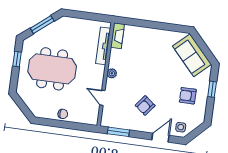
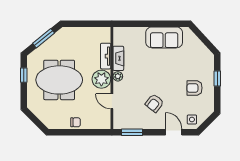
fireplace: (117, 36) -> (118, 58), moved
tv unit: (103, 46) -> (106, 56), width x0.71
sofa: (192, 55) -> (164, 37), moved, turned -47
plant: (95, 74) -> (101, 79), added
door: (160, 138) -> (174, 132), hinge flipped

